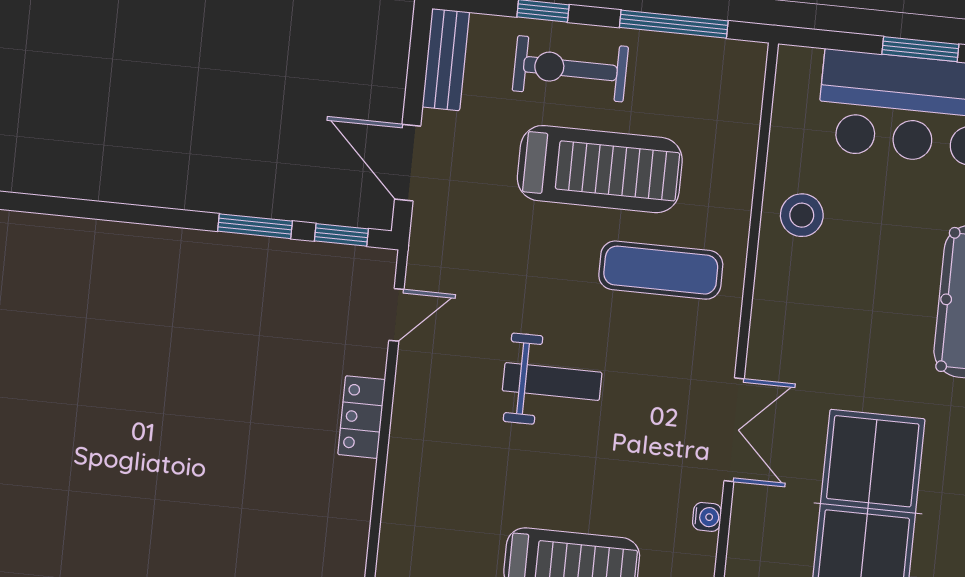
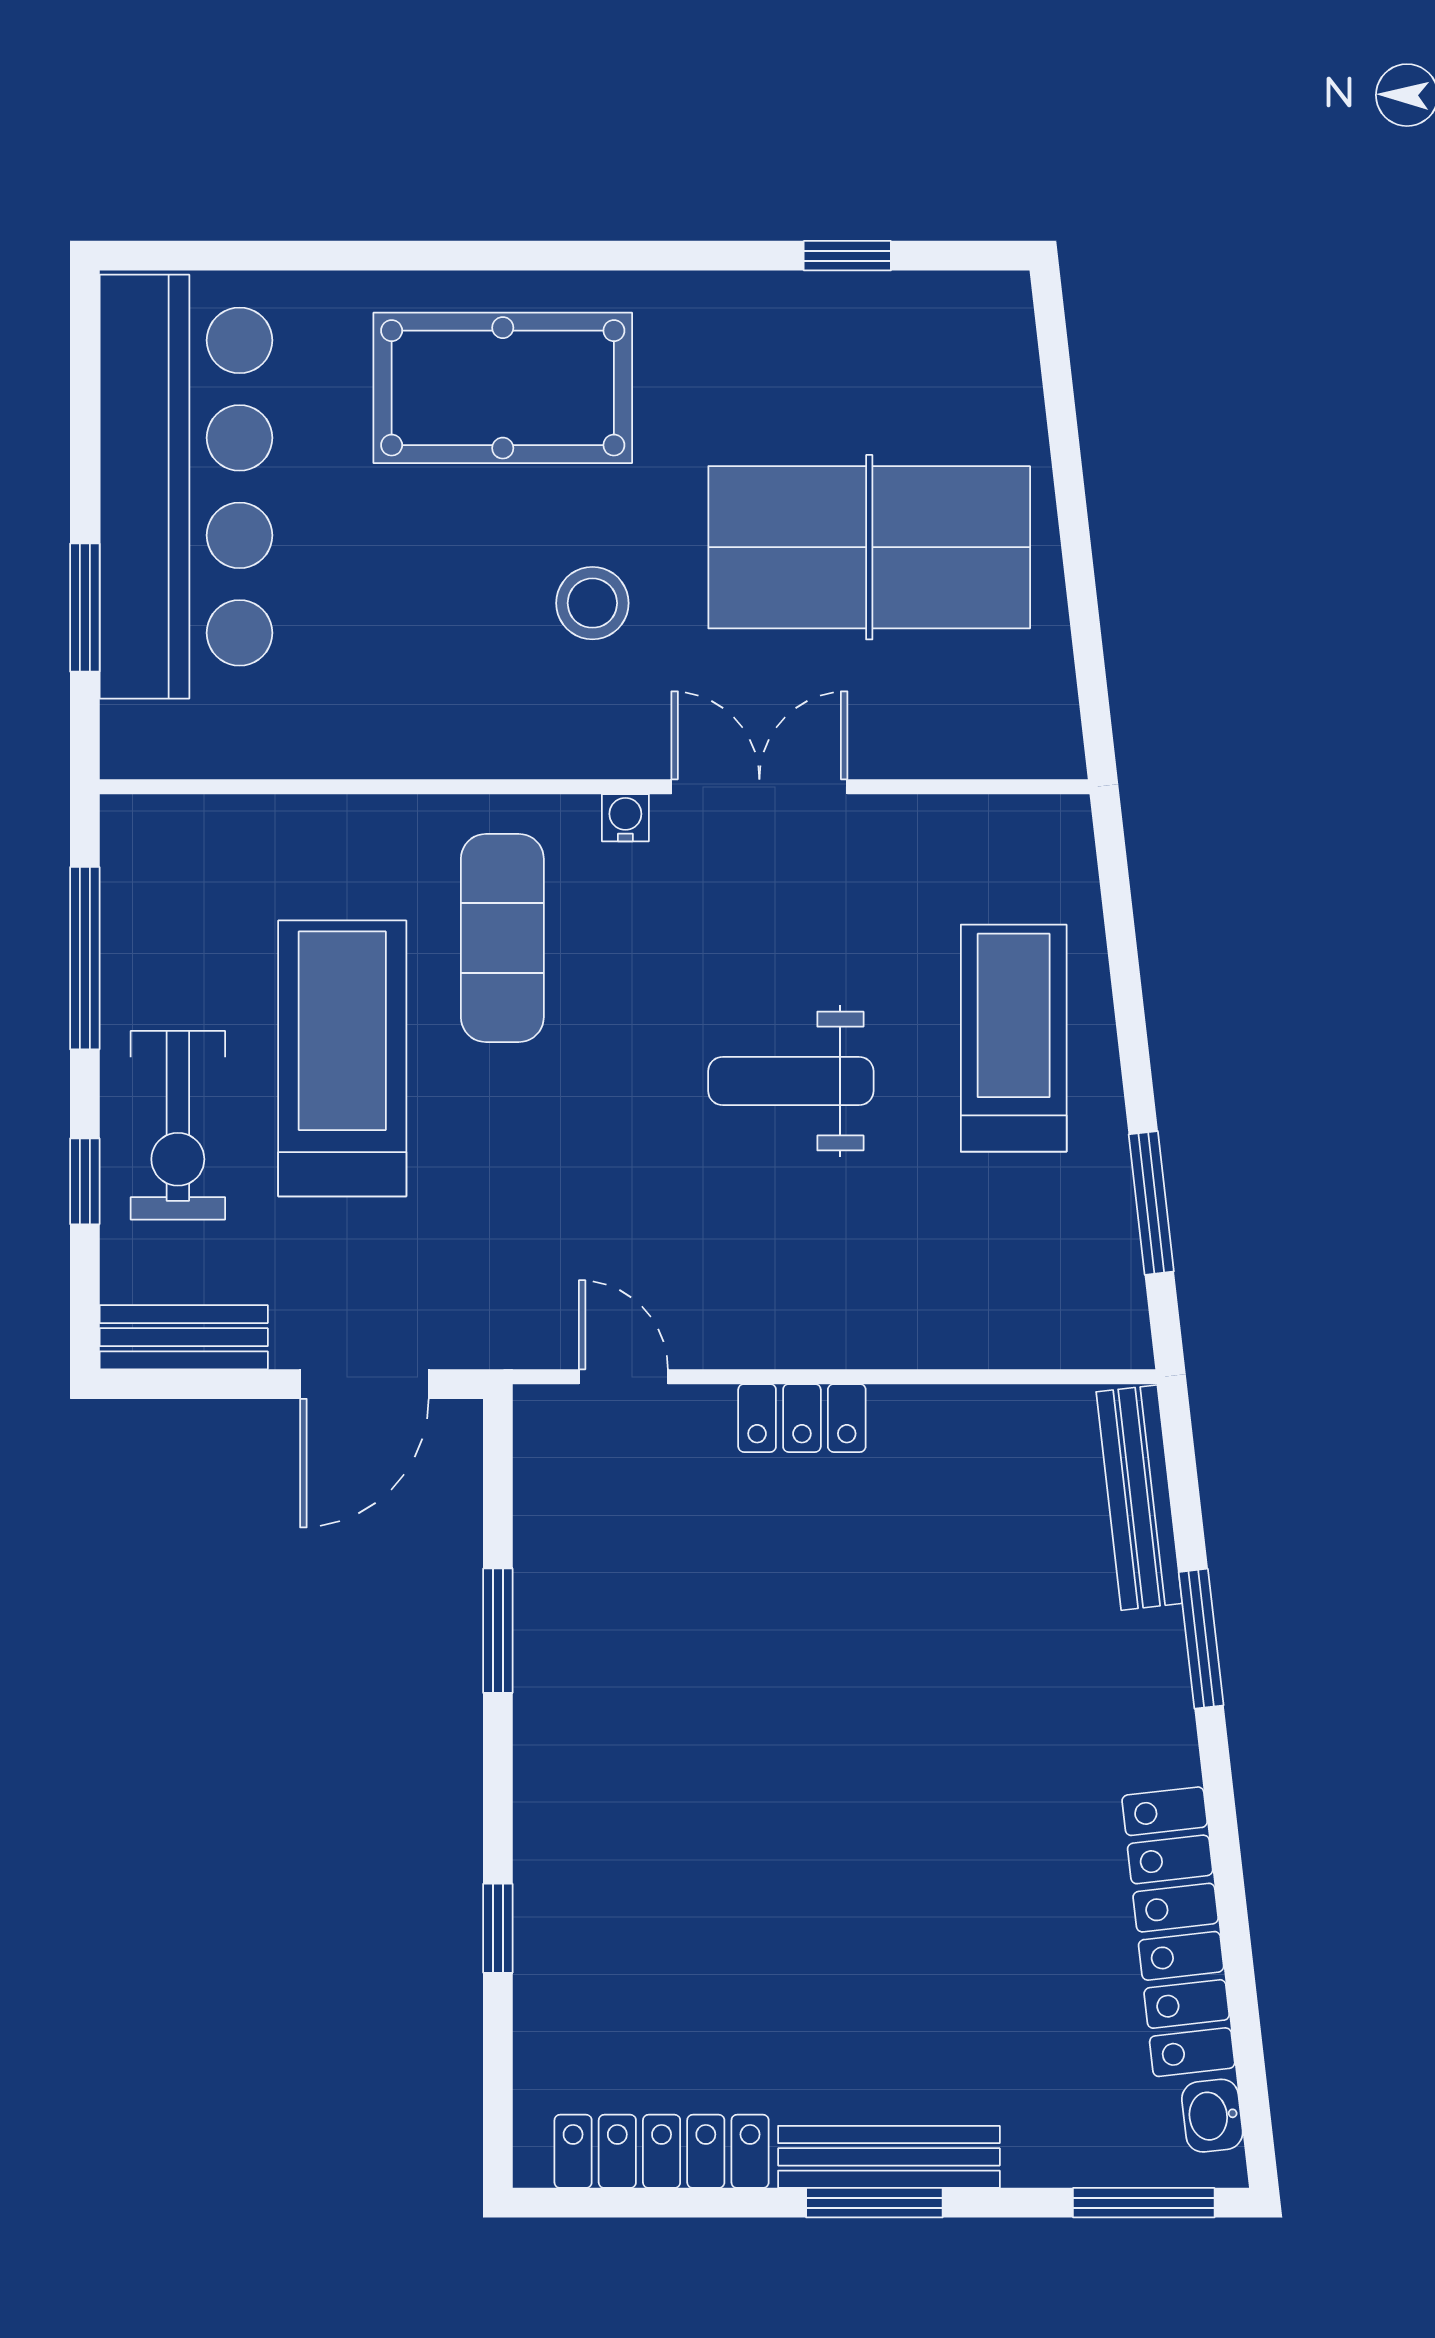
window: (920, 49) -> (85, 608), moved
stool: (802, 215) -> (592, 603), moved
window: (341, 235) -> (498, 1928), moved
weight bench: (552, 382) -> (791, 1081), moved, turned -90
water cooler: (707, 517) -> (625, 818), moved

